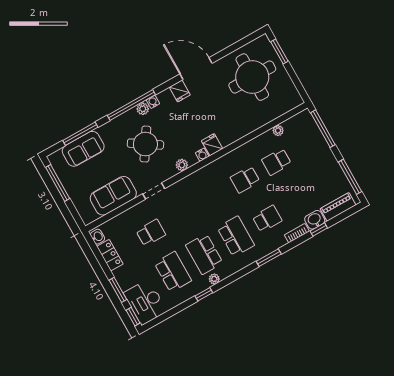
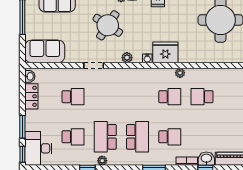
plant: (278, 131) -> (180, 73), moved
fridge: (212, 145) -> (165, 52), width x1.88, depth x1.34
school desk: (245, 180) -> (170, 97), turned 180
sofa: (113, 196) -> (45, 51), moved
school desk: (173, 272) -> (73, 137), width x0.54

